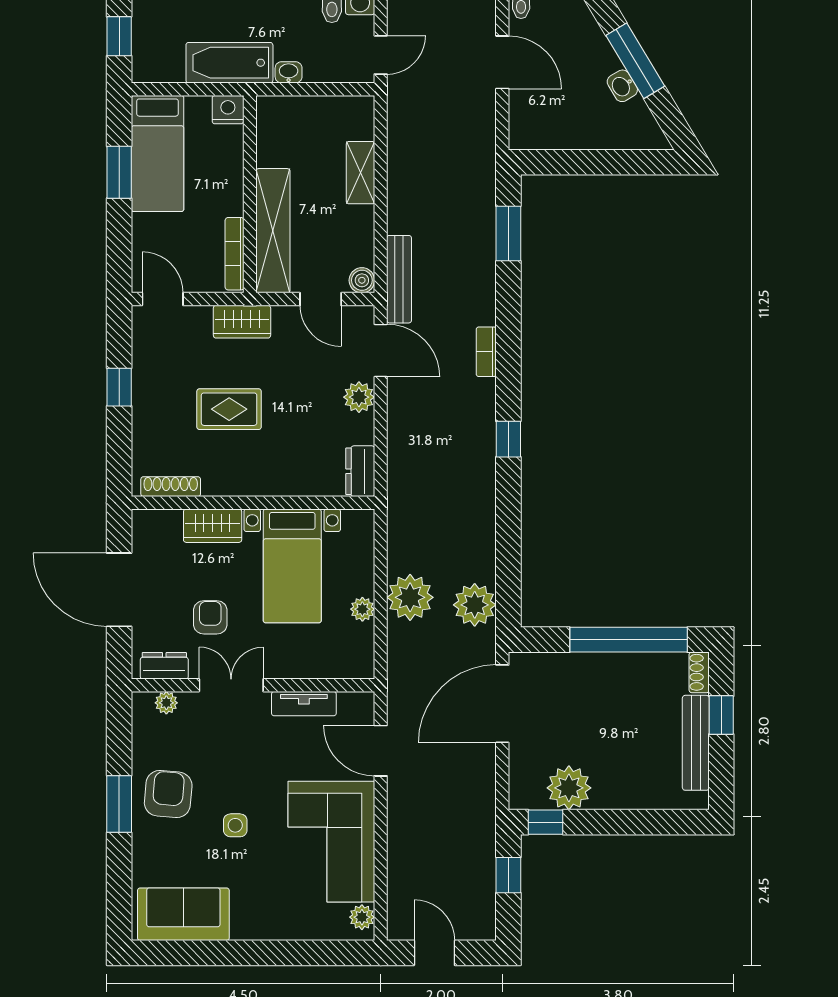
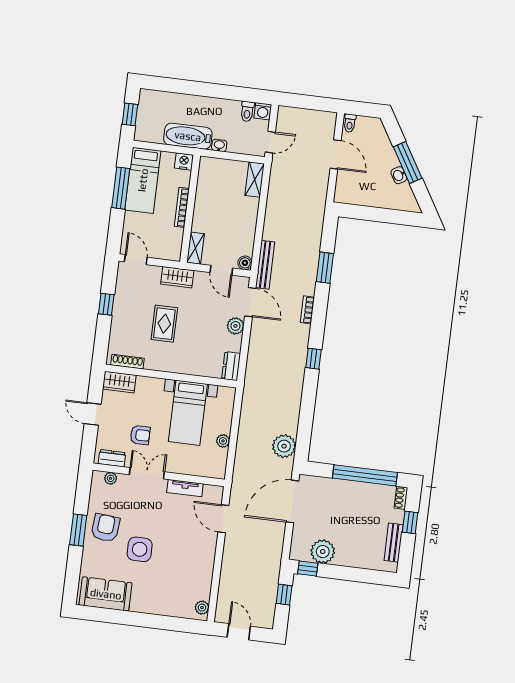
window: (119, 172) -> (121, 188), width x1.44
shelving: (361, 173) -> (255, 180), moved
shelving: (273, 231) -> (196, 248), width x0.45, depth x0.75
window: (508, 233) -> (325, 268), moved
bookcase: (235, 254) -> (182, 207), moved
rug: (229, 409) -> (164, 324), turned 90
wardrobe: (213, 526) -> (119, 382), moved
door: (119, 590) -> (93, 414), width x0.53
plant: (410, 597) -> (250, 438), removed
armchair: (210, 617) -> (140, 435), turned 90
bench: (696, 743) -> (394, 543), width x0.73
side table: (235, 825) -> (140, 549), width x1.87, depth x1.87
corner sofa: (331, 842) -> (191, 565), removed

